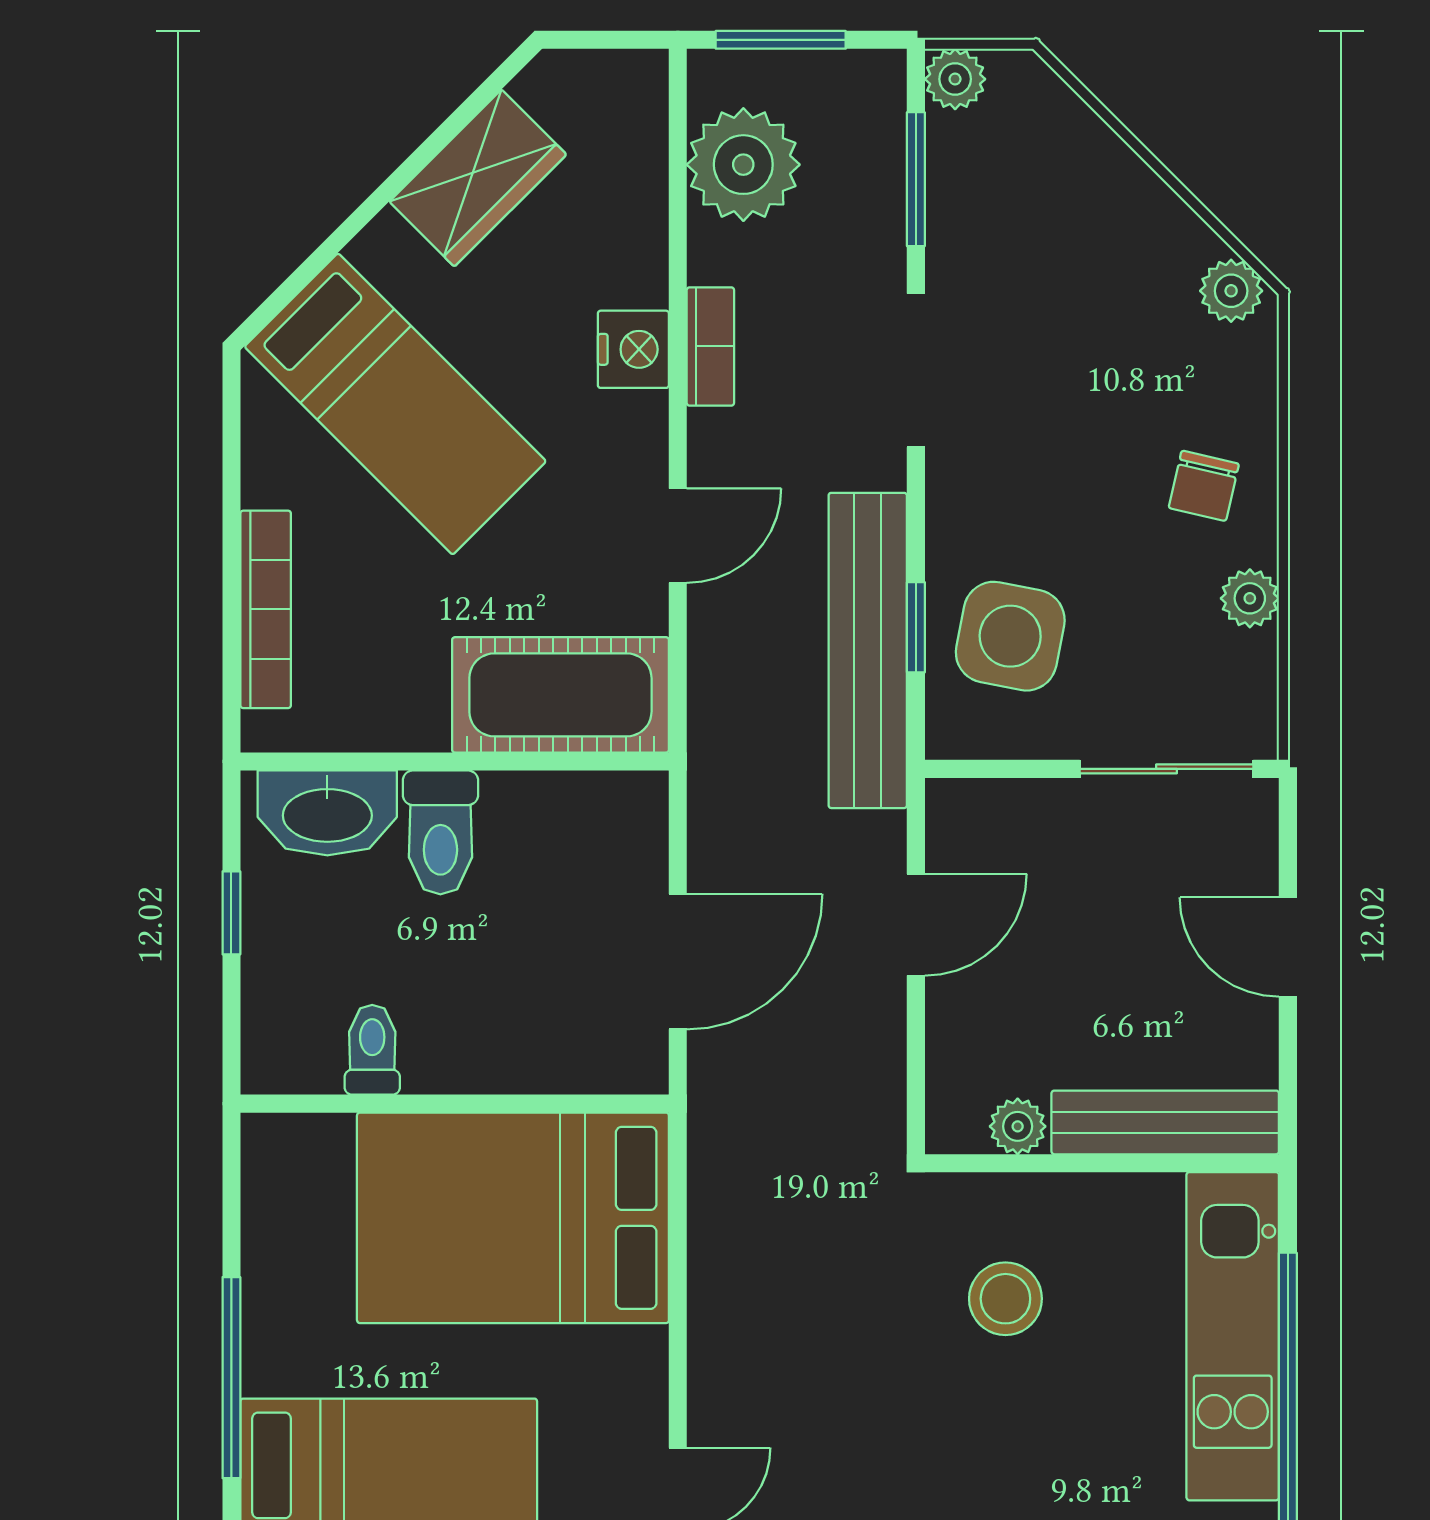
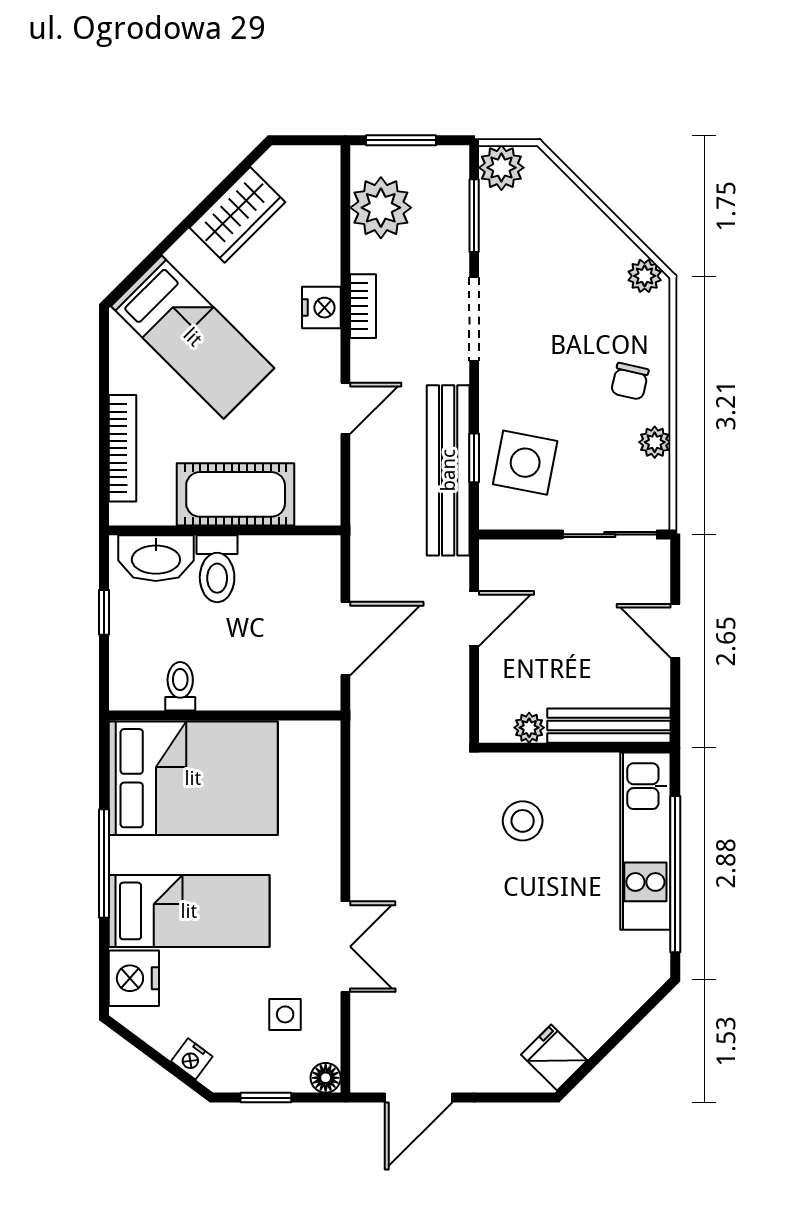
plant: (955, 79) -> (501, 168), width x1.38, depth x1.38
cot: (560, 695) -> (236, 494), moved
bed: (513, 1218) -> (193, 778), moved, turned 180

